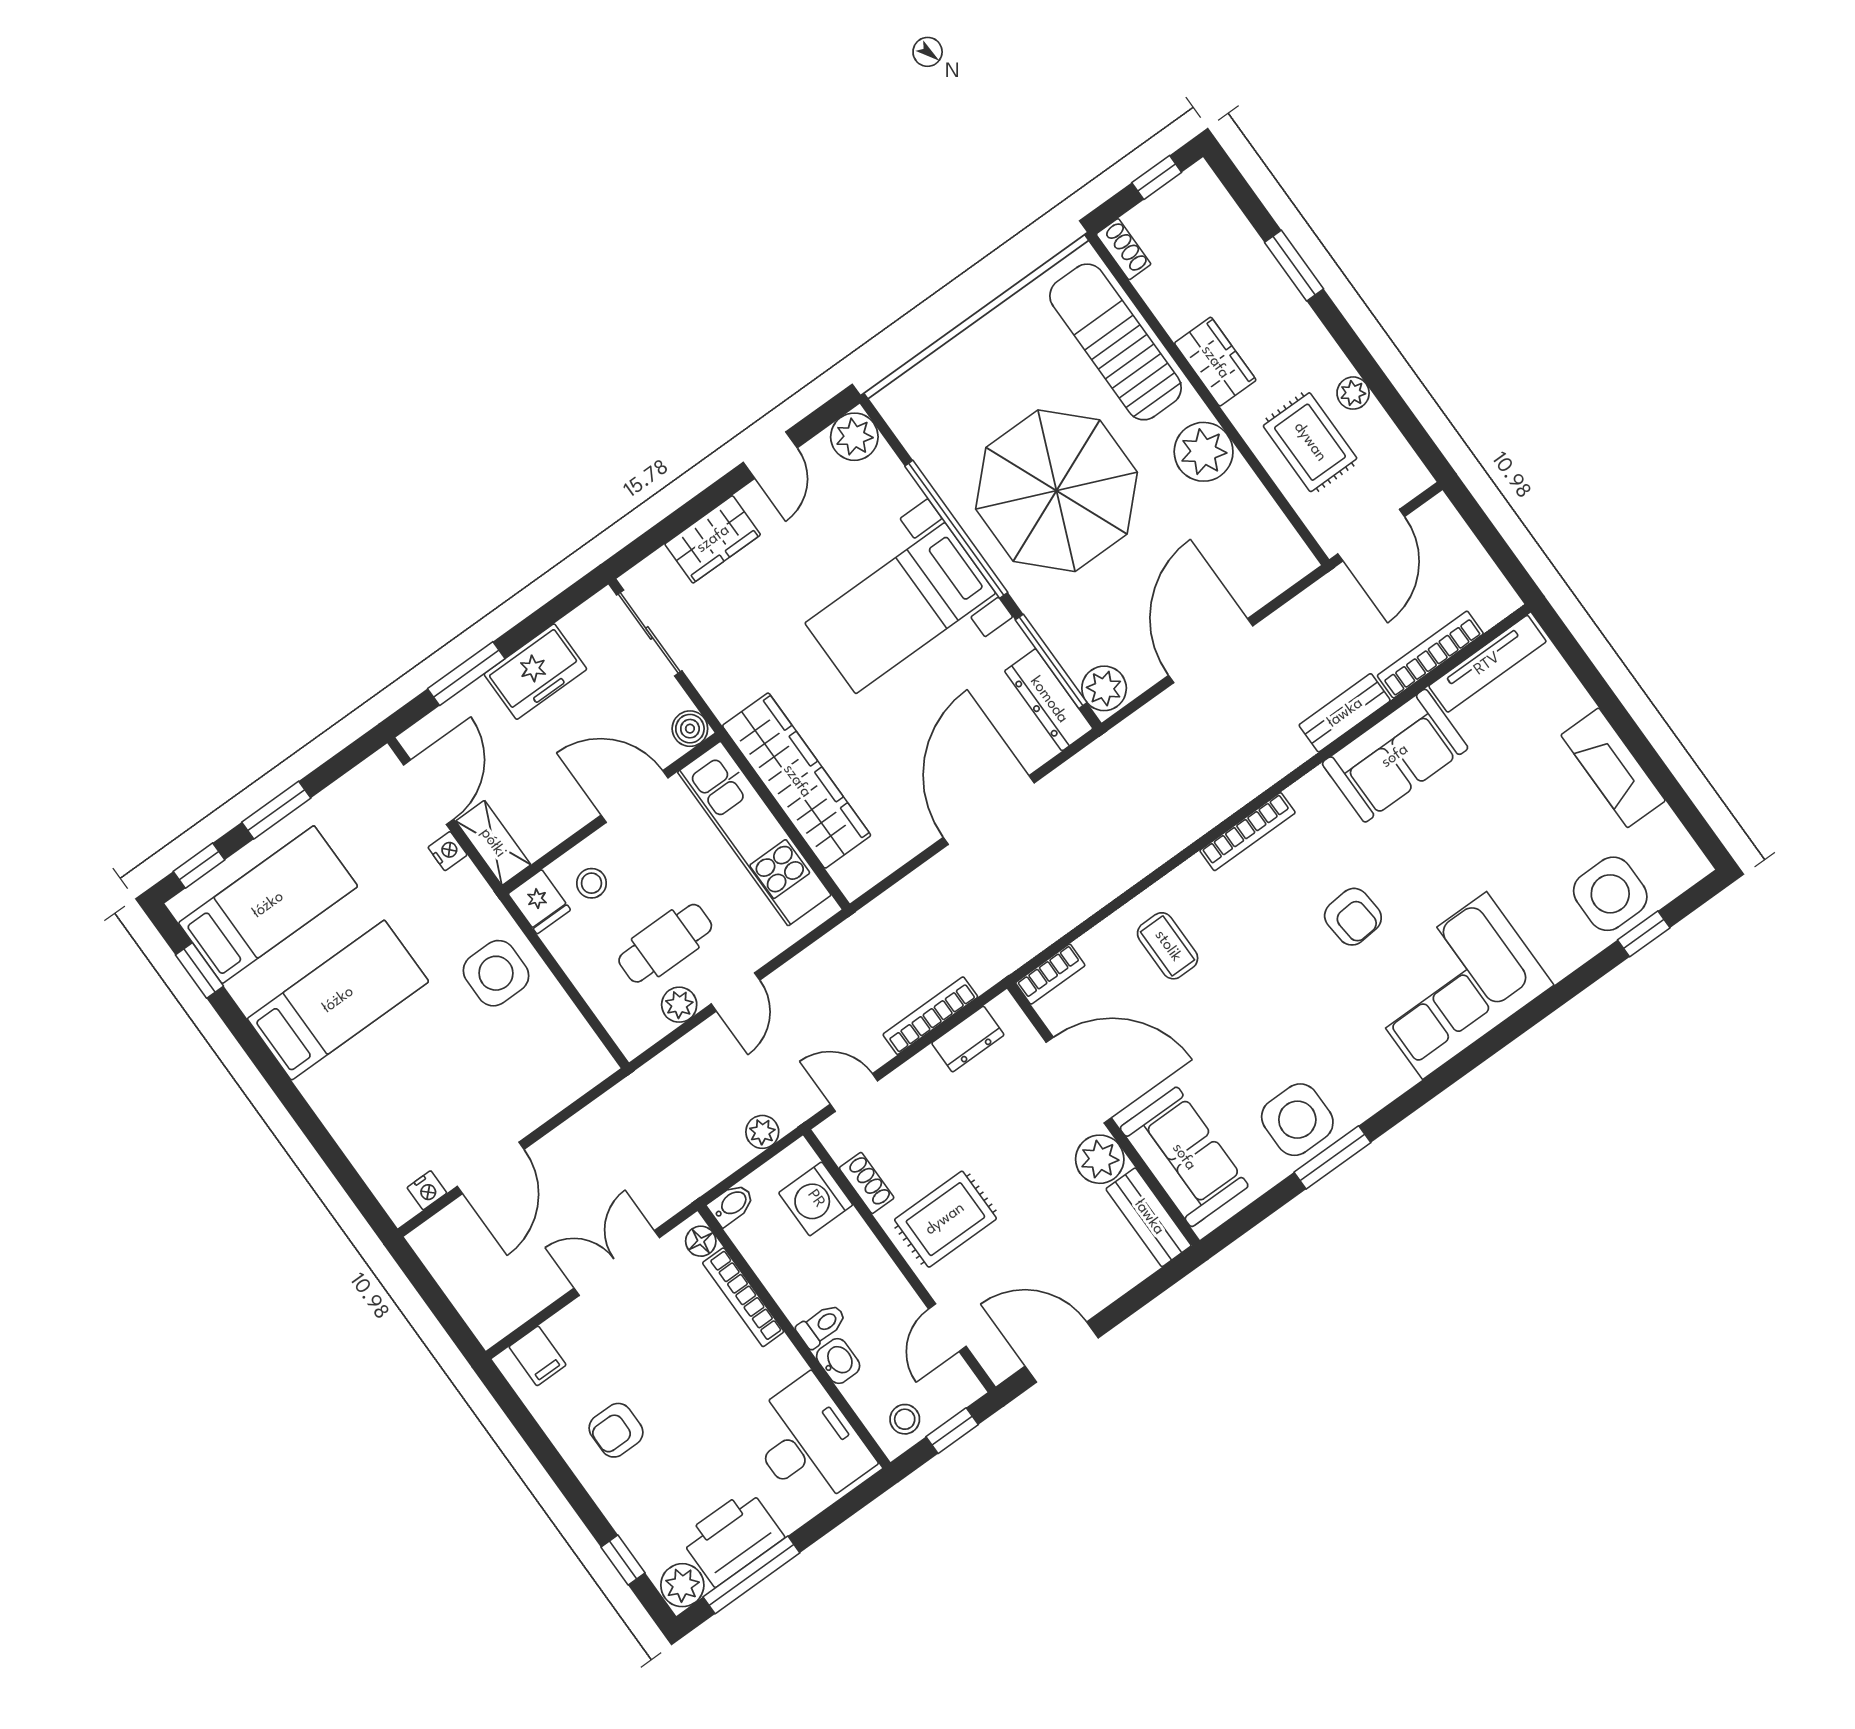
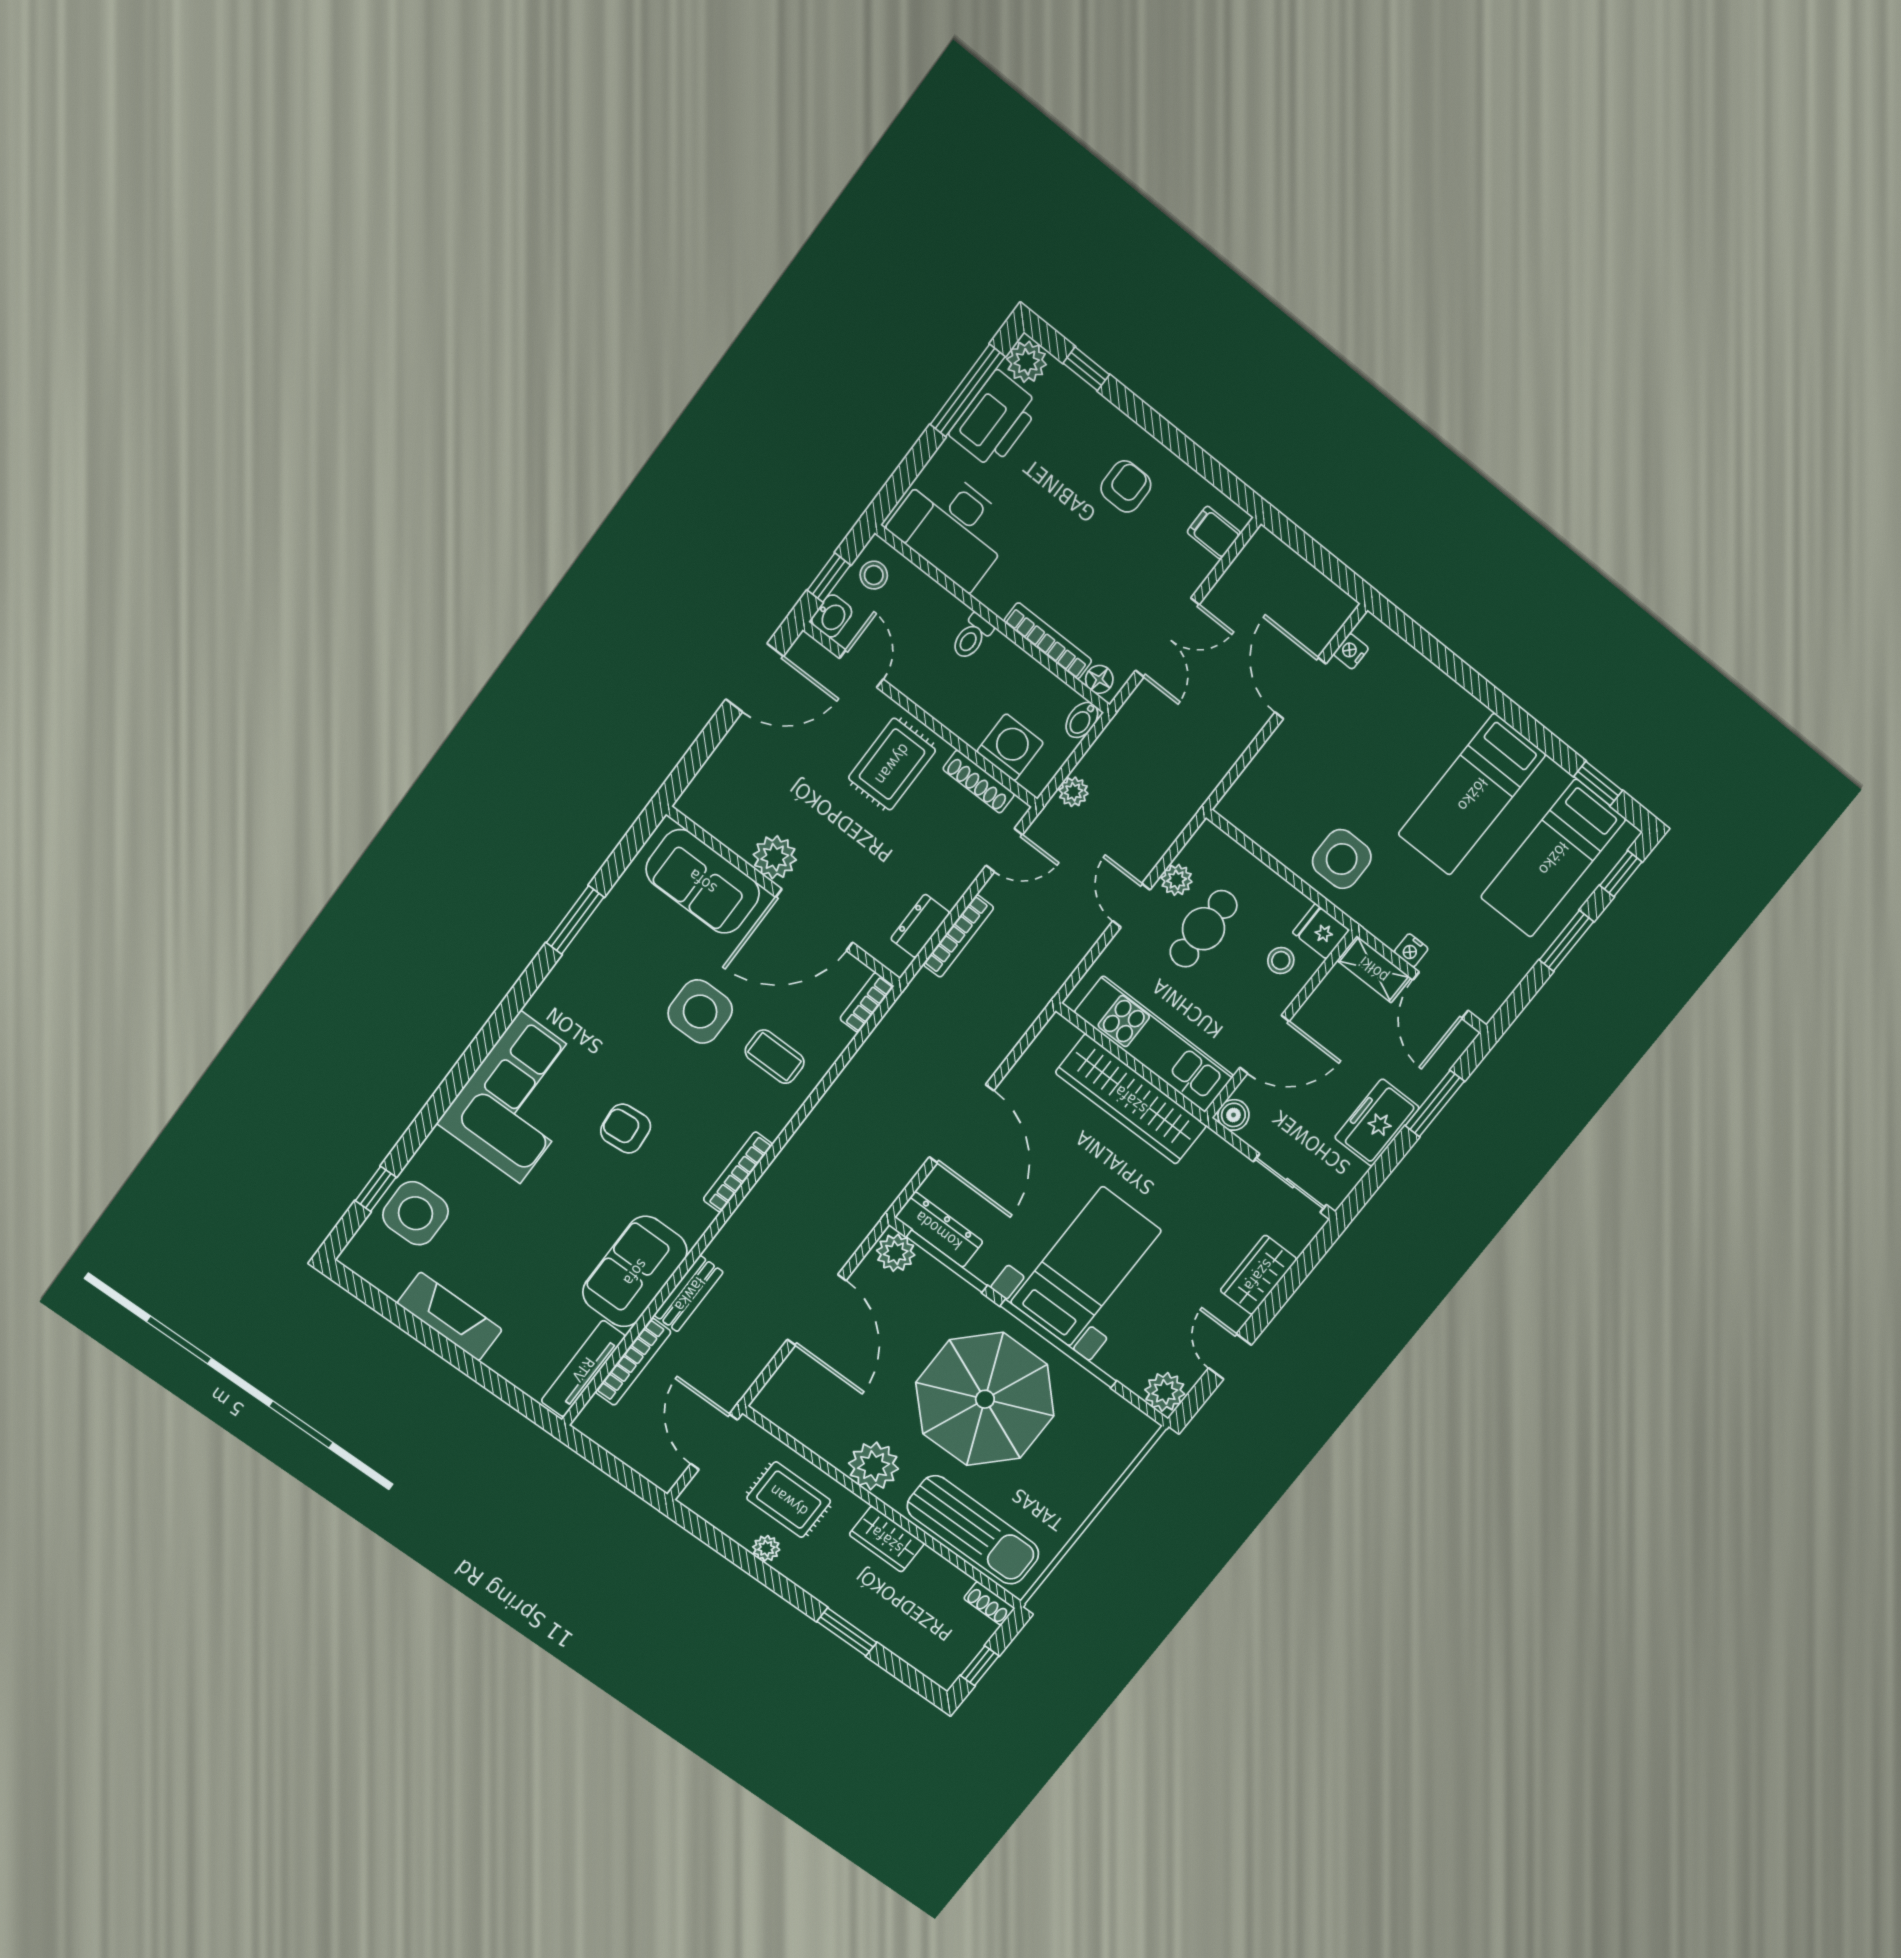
side table: (1297, 1120) -> (700, 1012), moved
shoe rack: (867, 1183) -> (979, 782), width x1.43
bench: (1149, 1217) -> (717, 820), removed
washbasin: (838, 1361) -> (832, 616), moved, turned -90

